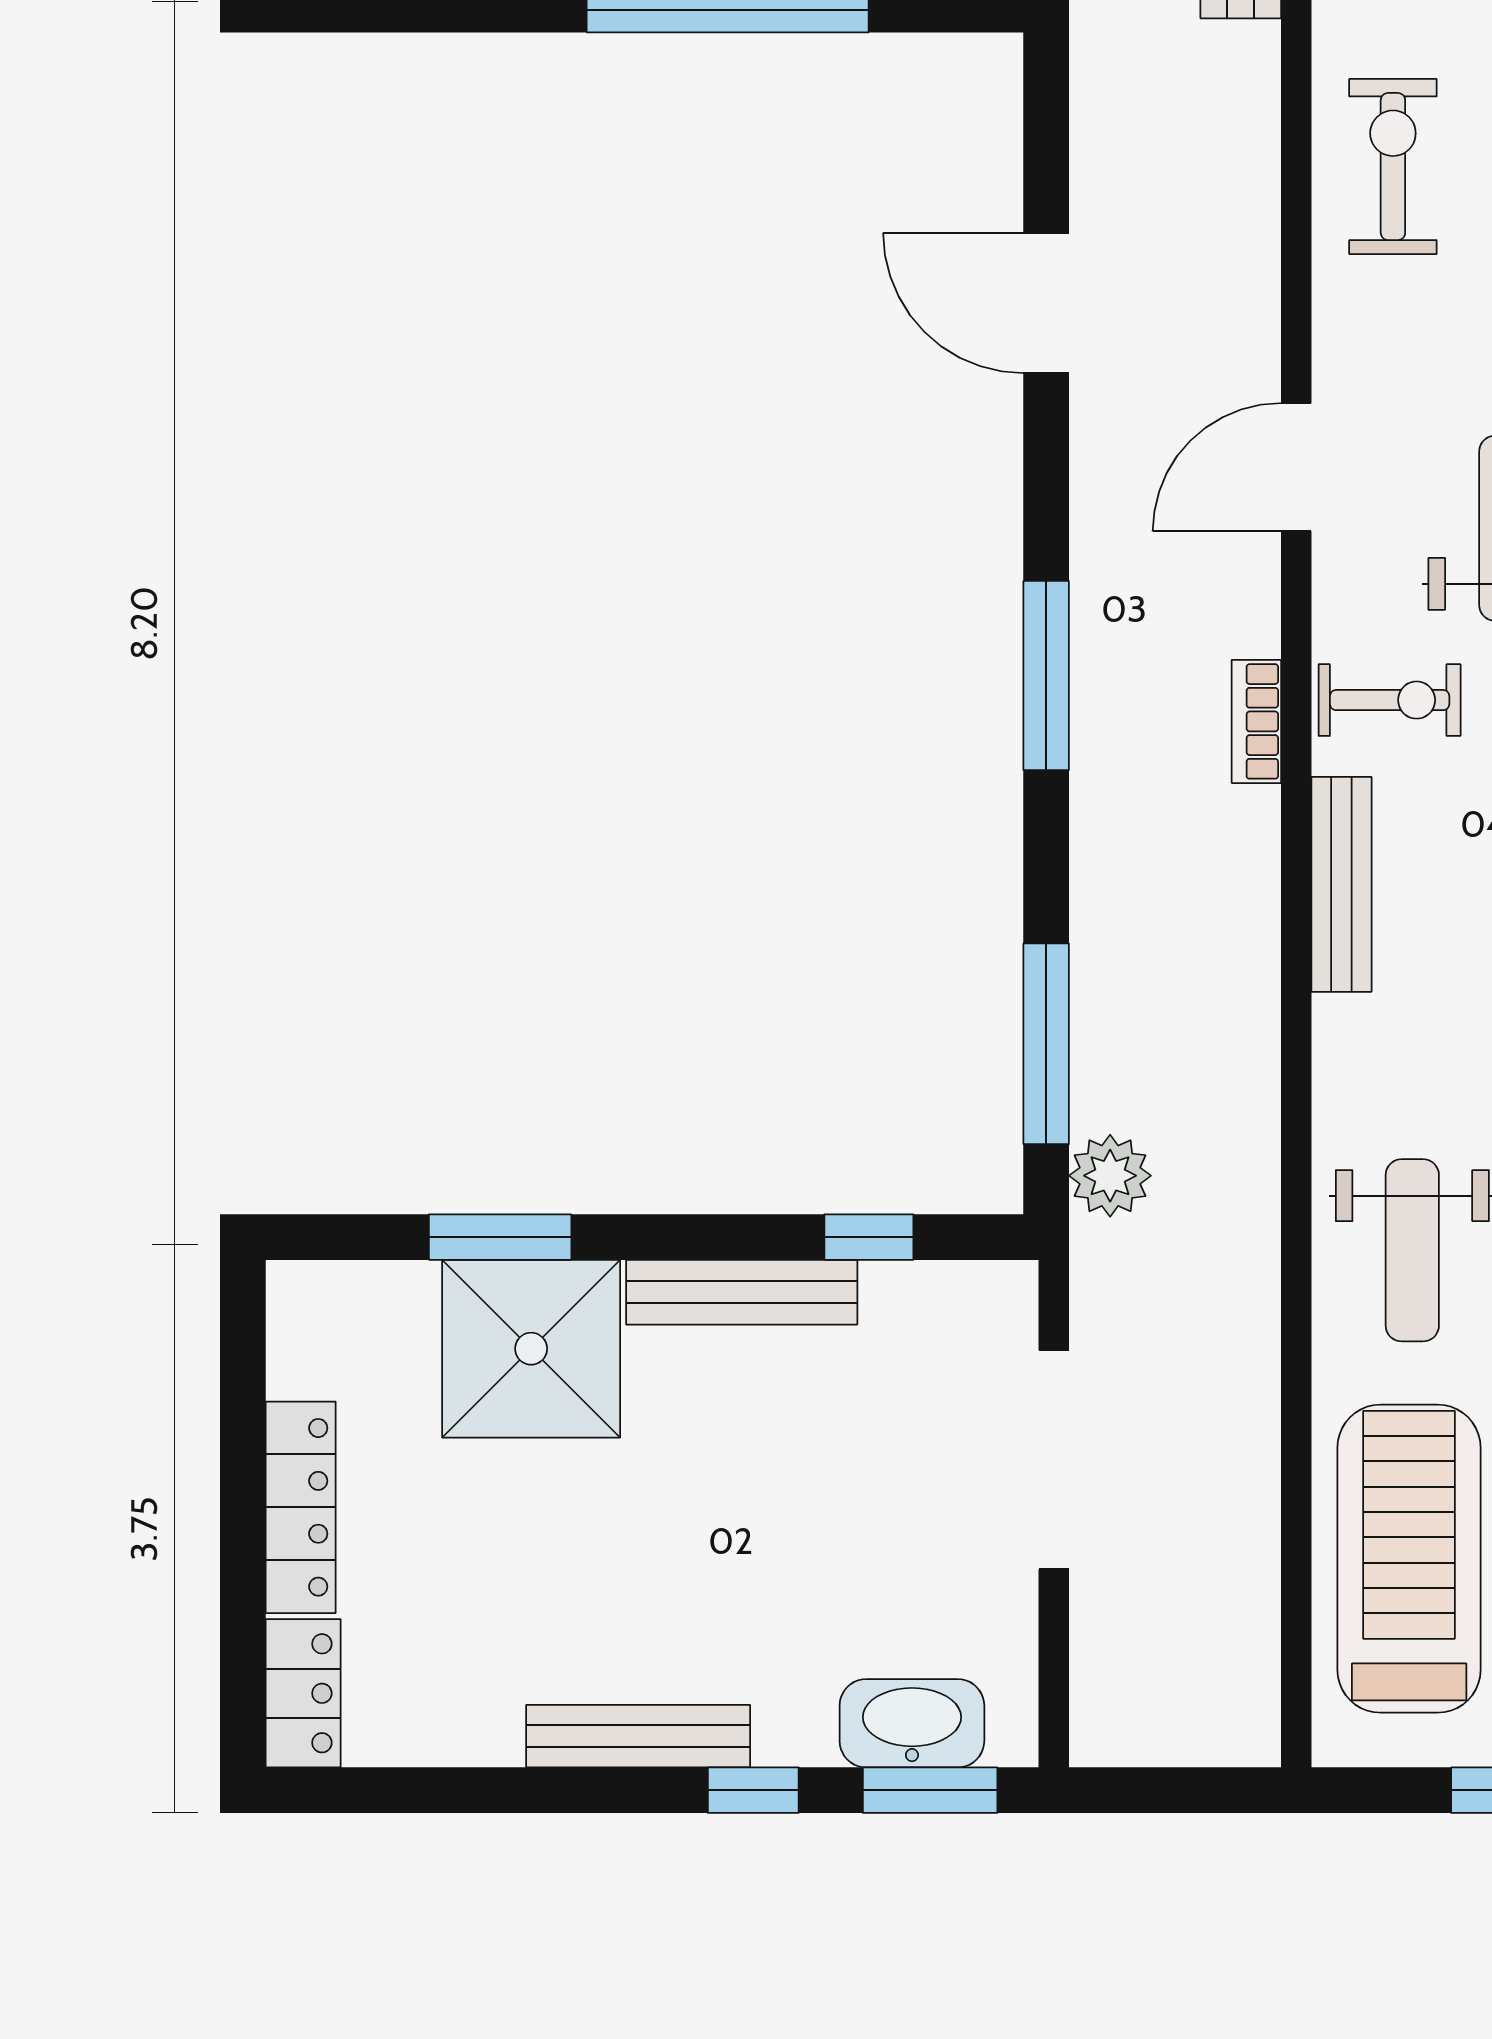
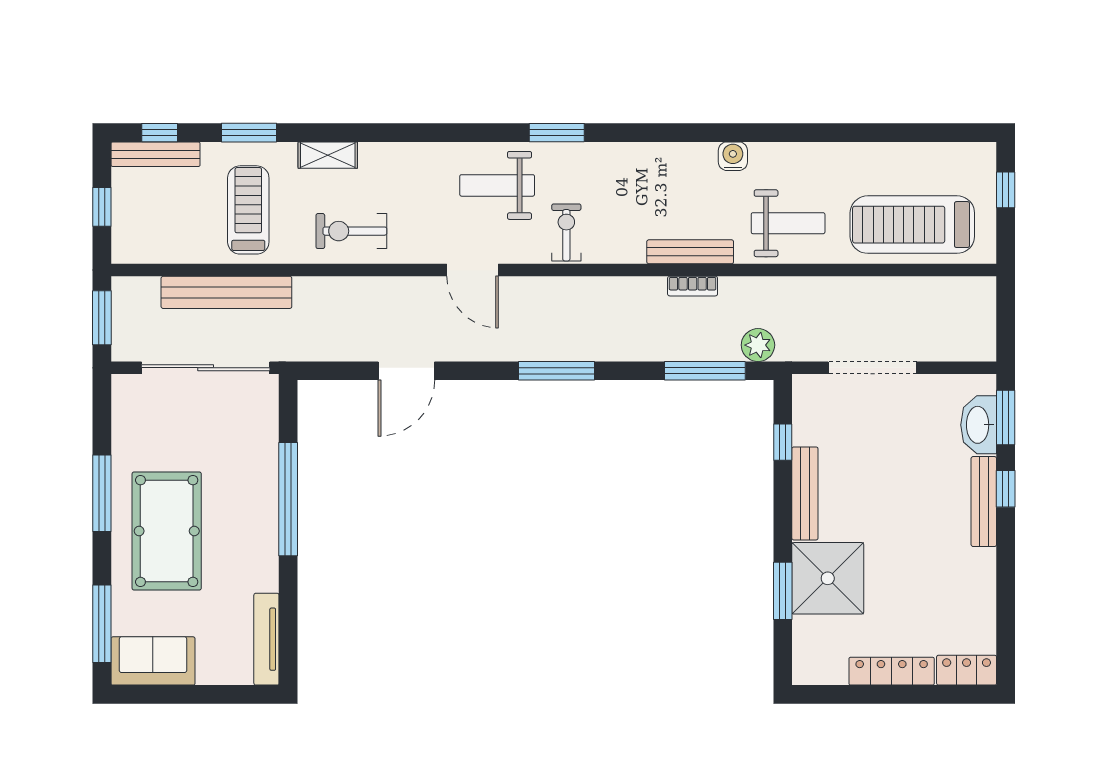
bookcase: (1256, 721) -> (693, 286), moved
bench: (1341, 884) -> (690, 252), moved
bench: (638, 1736) -> (984, 502), moved

